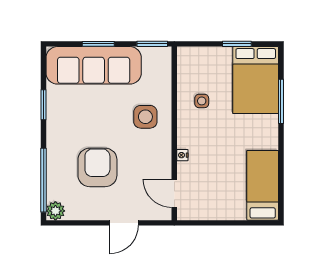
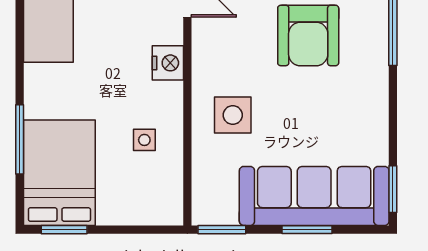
window: (237, 44) -> (64, 230), moved
window: (44, 105) -> (393, 189), moved
nightstand: (182, 155) -> (168, 63), width x1.89, depth x1.79

